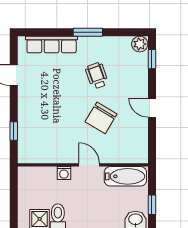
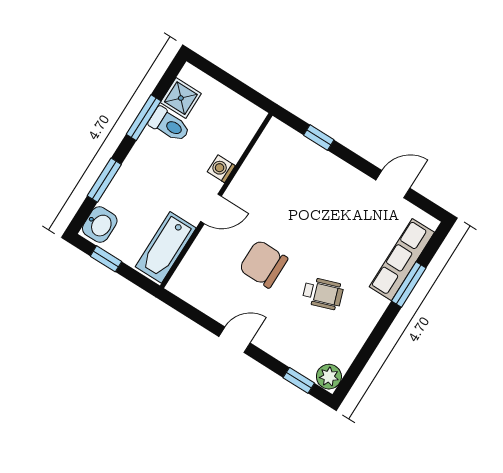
window: (88, 32) -> (409, 285), moved
chair: (101, 118) -> (263, 264), turned -31

